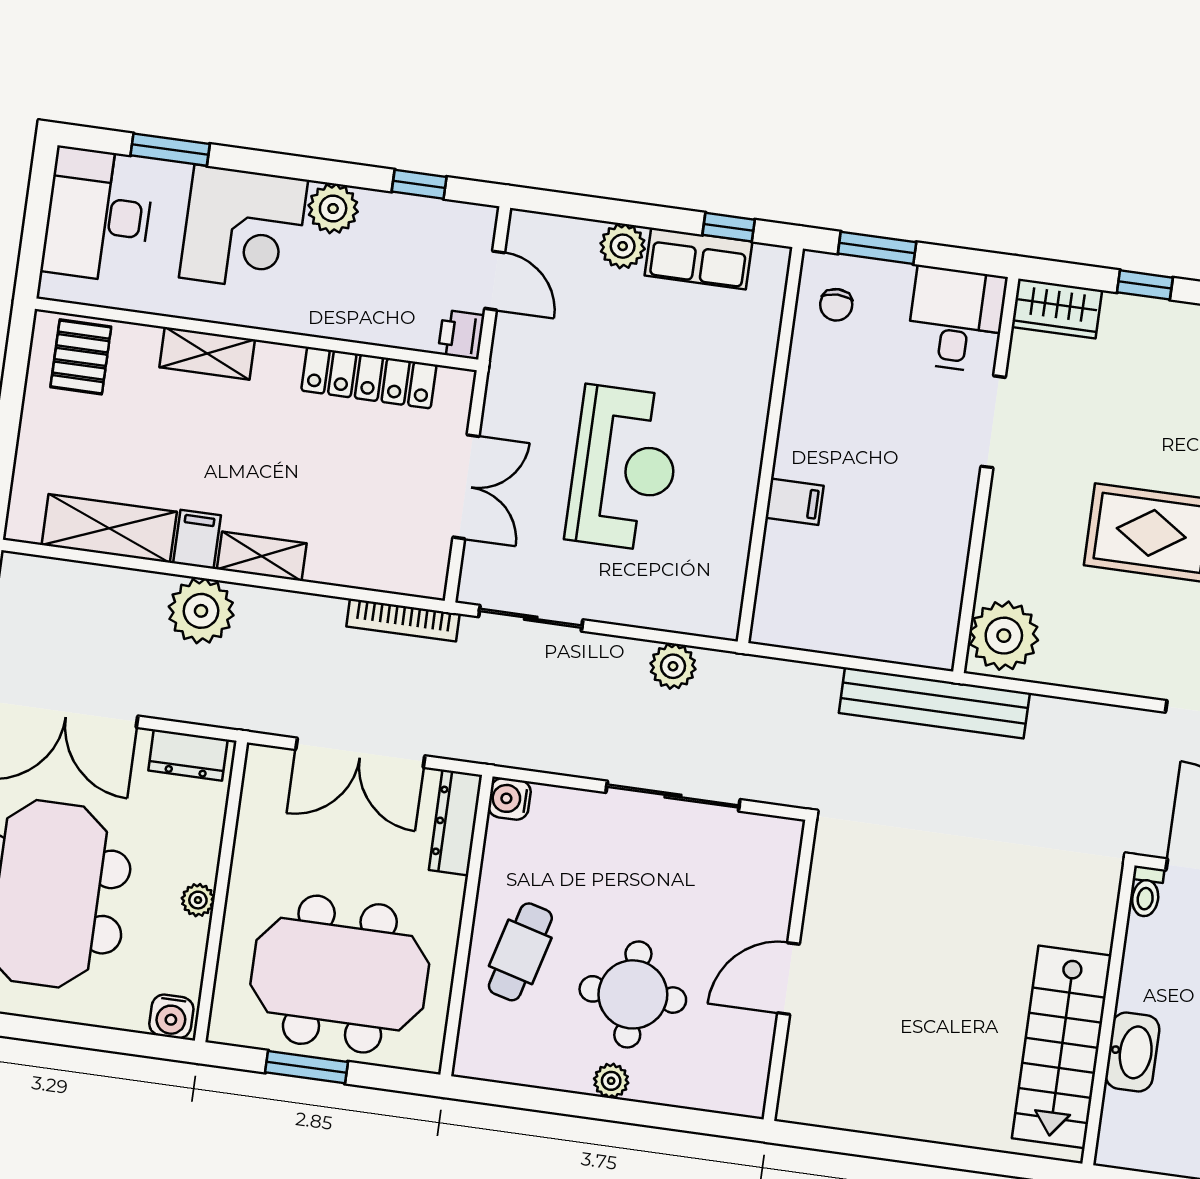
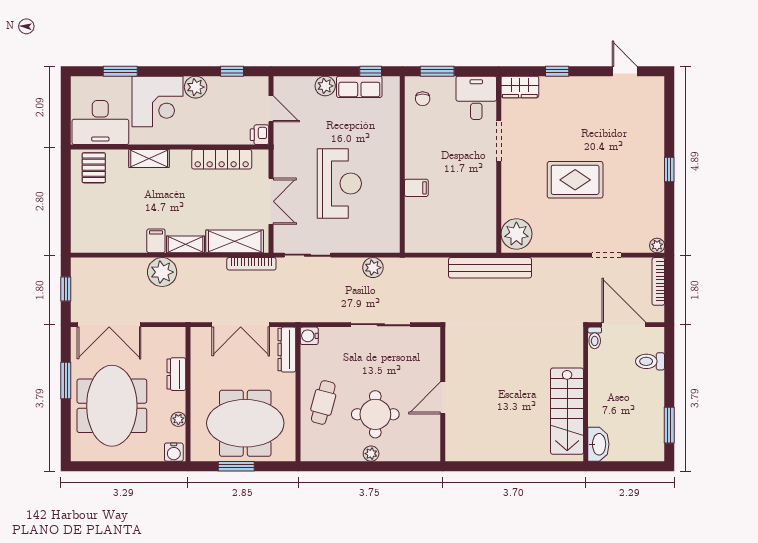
desk: (98, 215) -> (100, 123), moved, turned -90
shelving: (109, 528) -> (235, 241), moved
dresser: (188, 755) -> (176, 374), moved, turned 90
plant: (198, 900) -> (178, 419), moved
washbasin: (1132, 1052) -> (598, 444), moved

